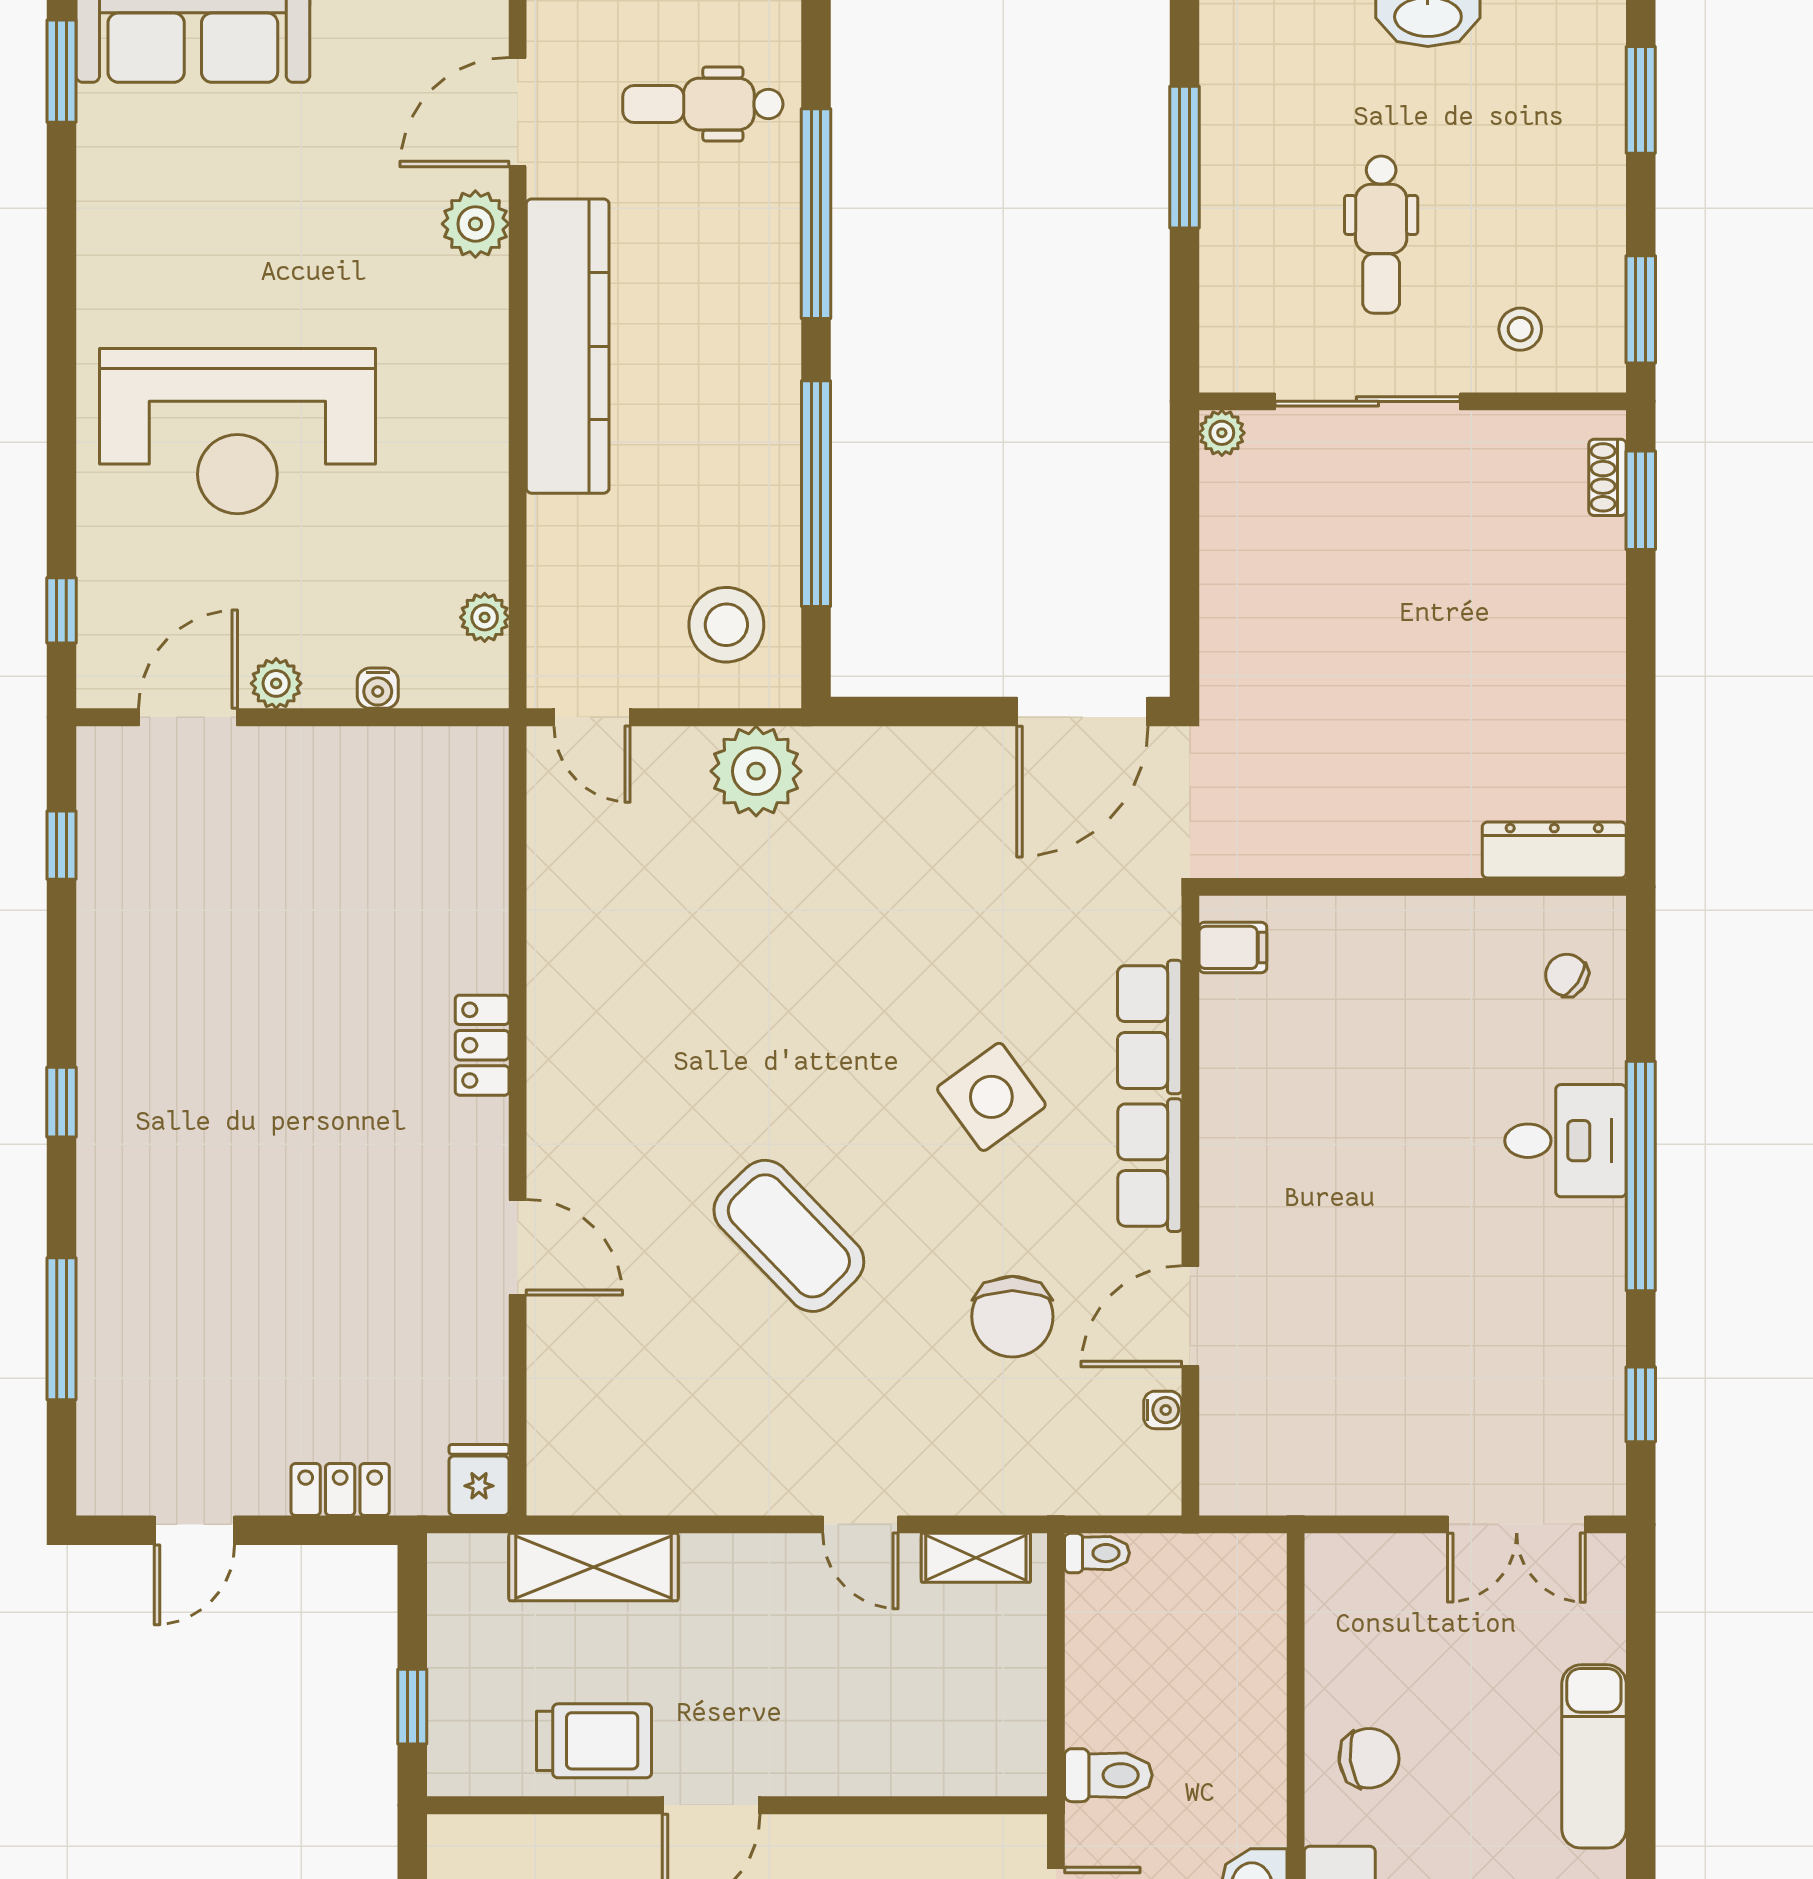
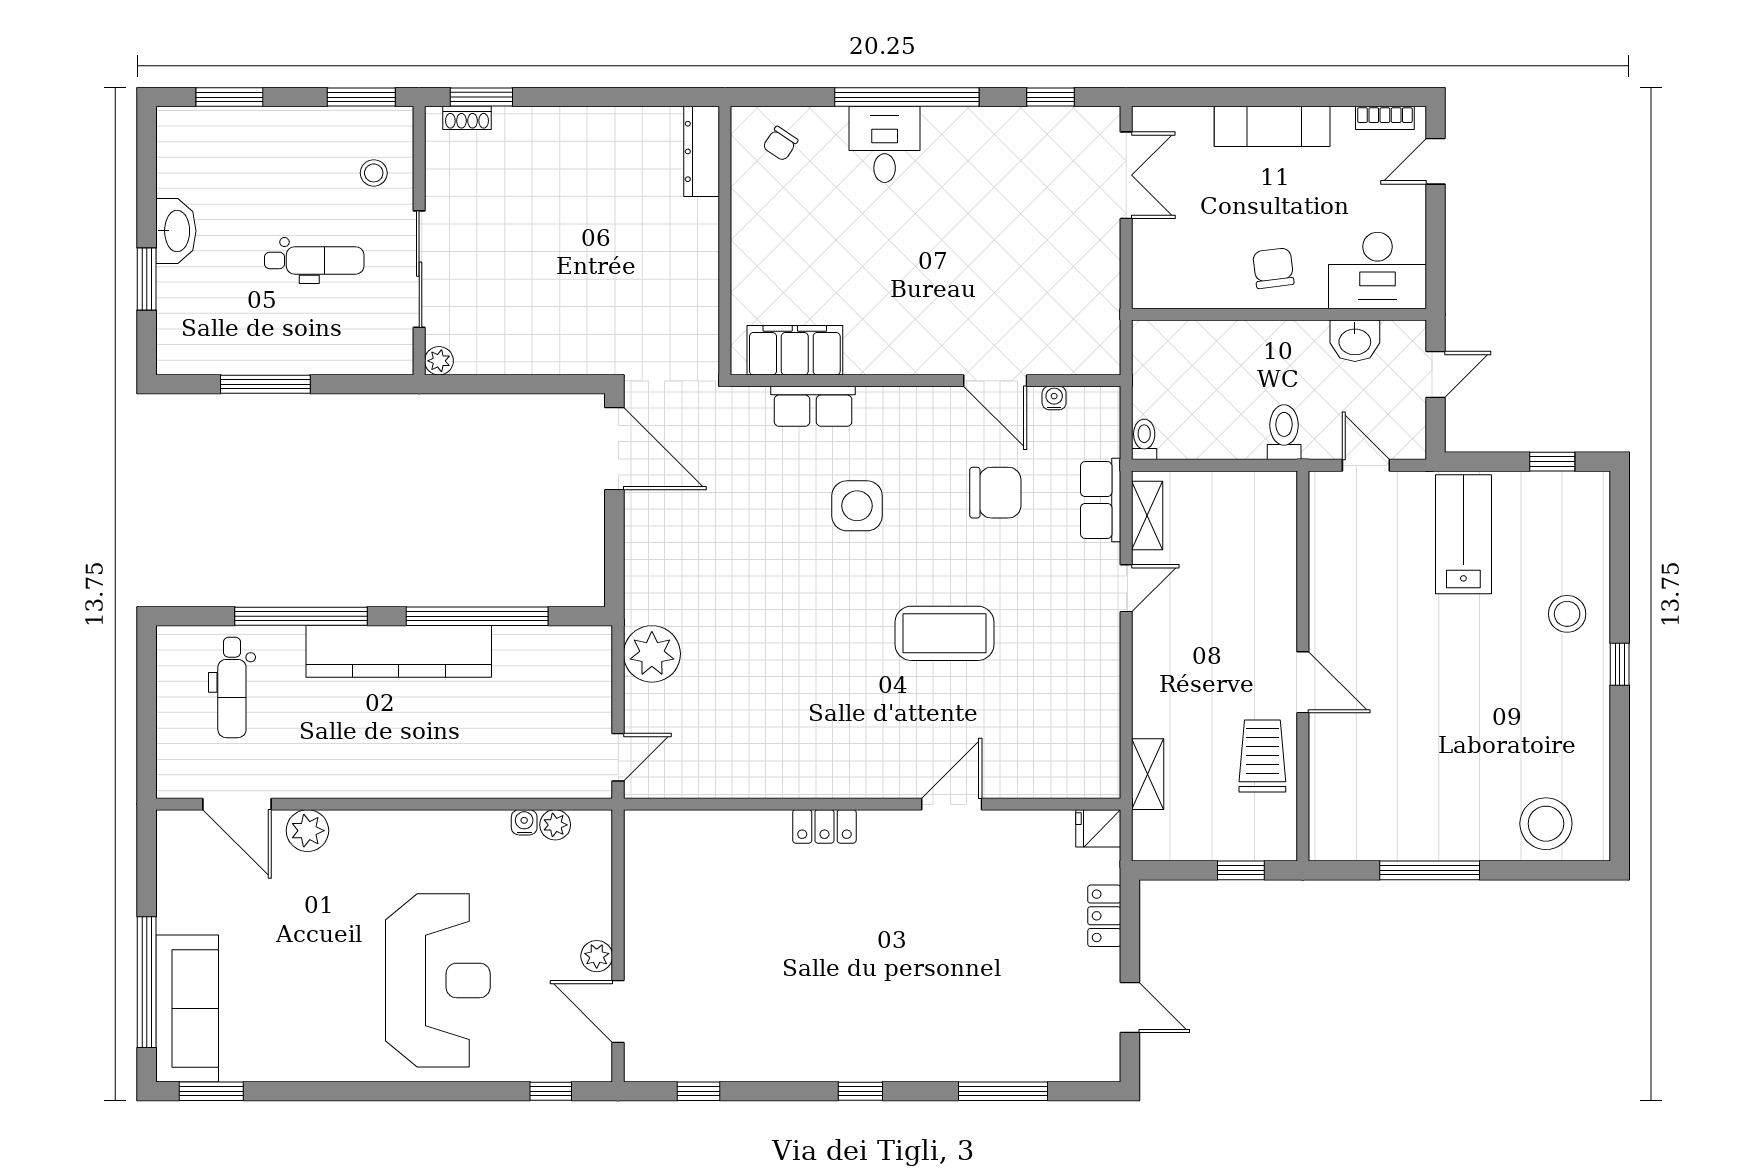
kitchen counter: (568, 346) -> (399, 651), moved, turned 180
stool: (726, 625) -> (560, 673), removed
water cooler: (378, 688) -> (524, 822), moved, turned -90
filing cabinet: (1233, 947) -> (795, 350), width x3.00, depth x1.17
side table: (991, 1097) -> (857, 506), turned 36
row of seats: (1150, 1165) -> (1101, 500), moved, turned 90
coffee table: (789, 1236) -> (945, 633), turned 44
shelving: (594, 1567) -> (1148, 774), width x0.67, depth x0.75

